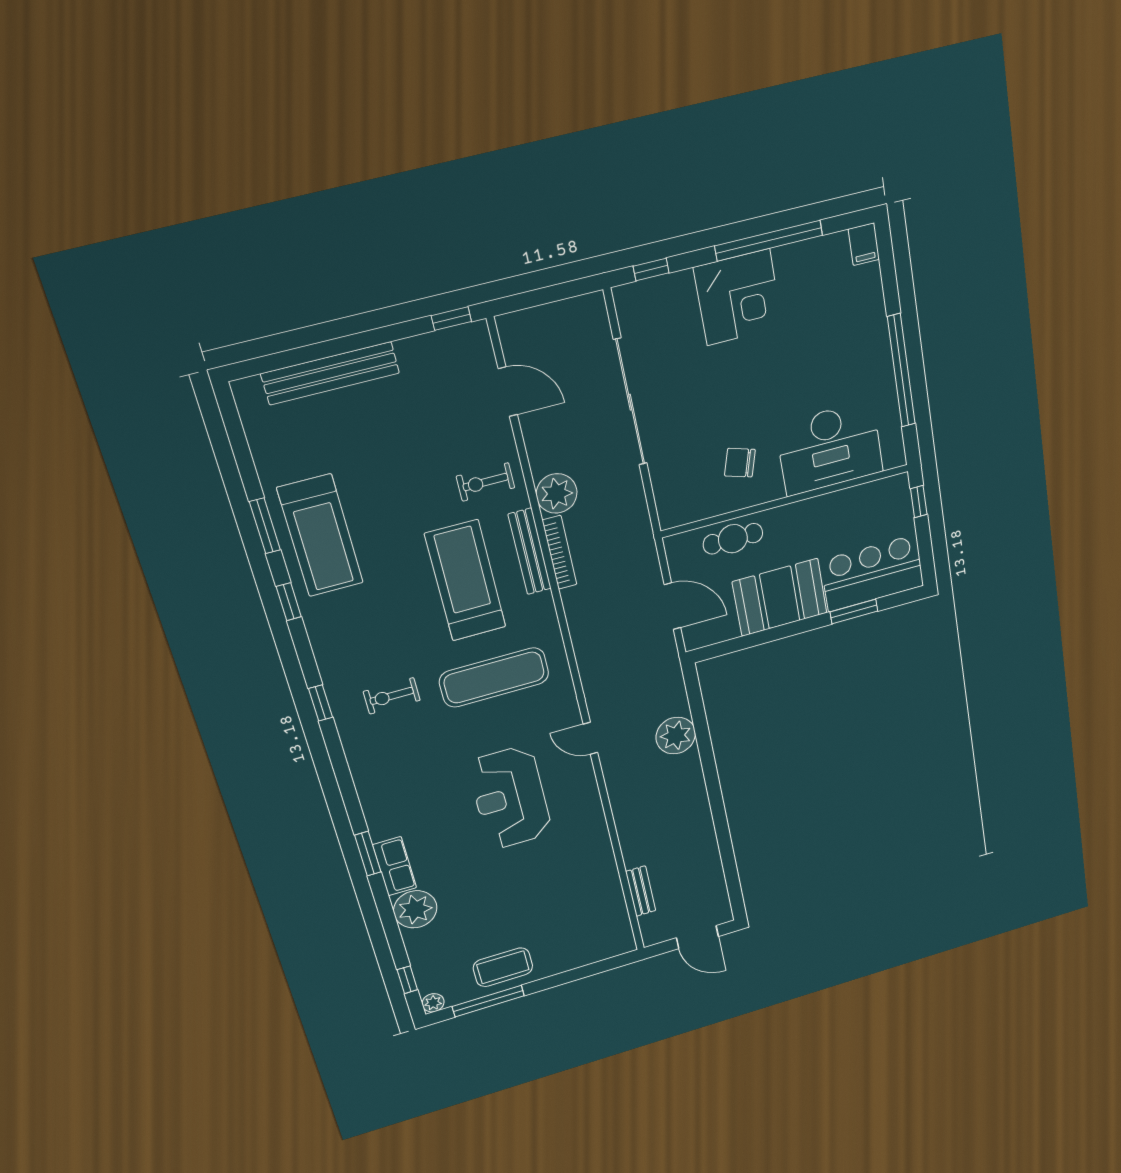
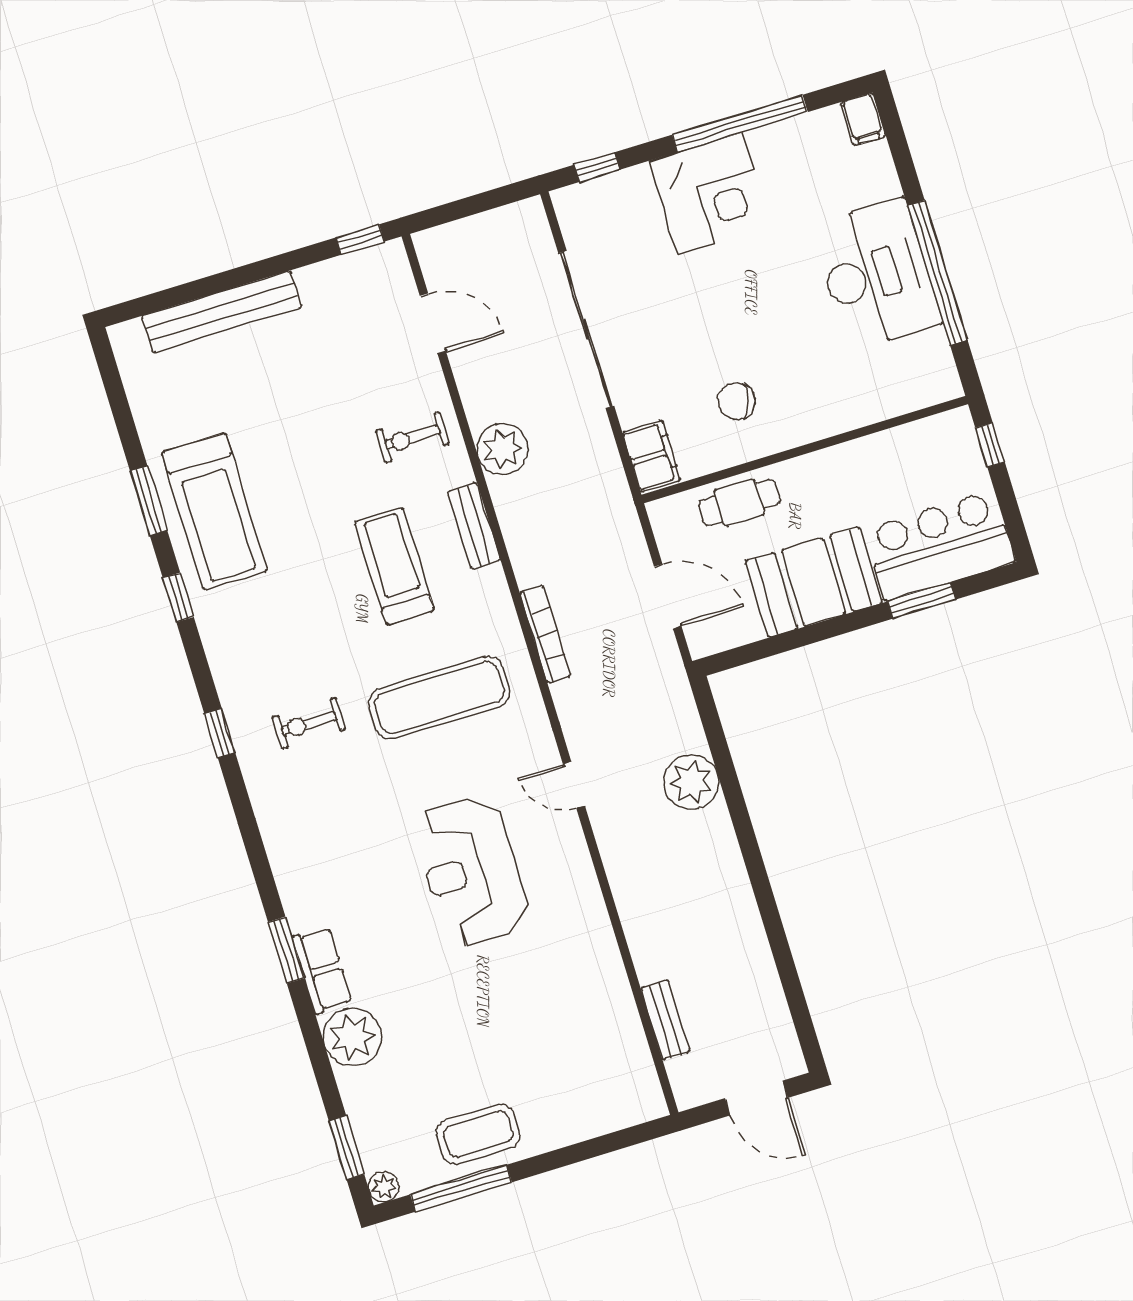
desk: (830, 448) -> (876, 274), moved, turned -90
filing cabinet: (671, 502) -> (652, 456), added
bench: (530, 551) -> (474, 526), width x0.73
bookcase: (560, 552) -> (545, 634), moved
treadmill: (465, 581) -> (395, 566), width x0.73, depth x0.73
window: (407, 980) -> (346, 1147), width x1.50

